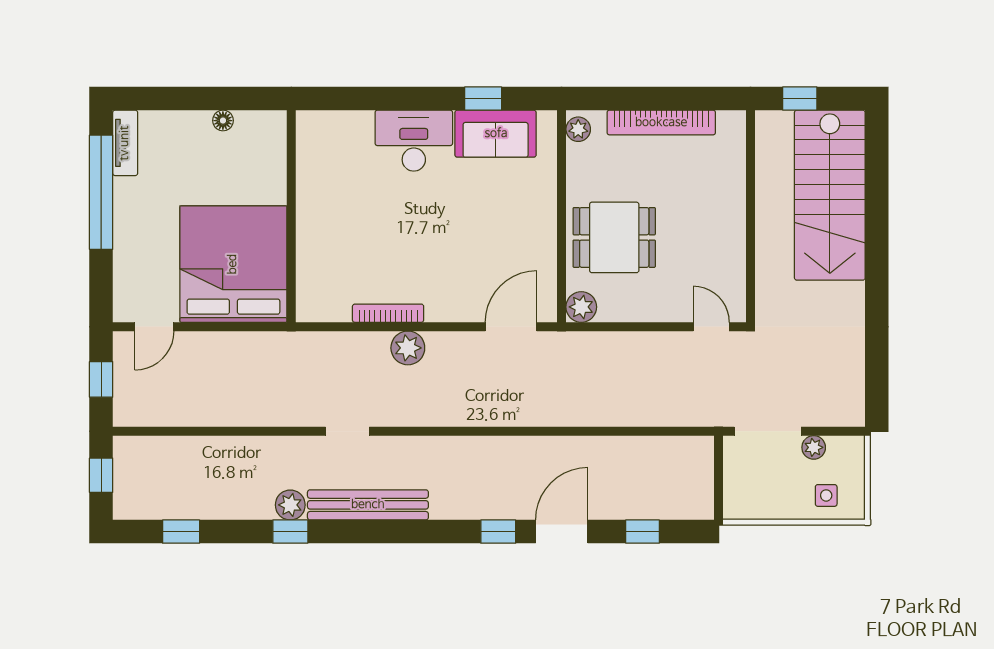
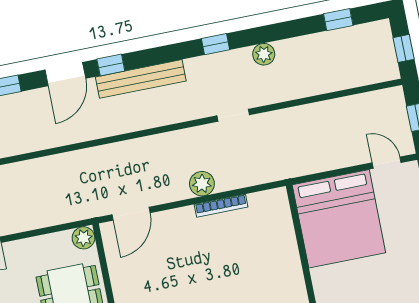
door: (154, 327) -> (387, 163), hinge flipped
bench: (368, 505) -> (141, 79), moved
window: (290, 532) -> (215, 44), moved

